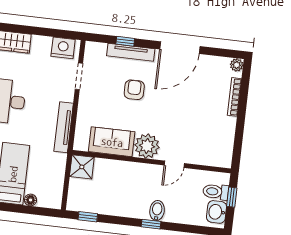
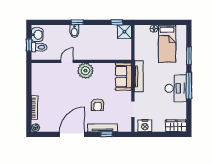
sofa: (112, 142) -> (123, 77), moved, turned 90
shower: (82, 167) -> (124, 32), moved

